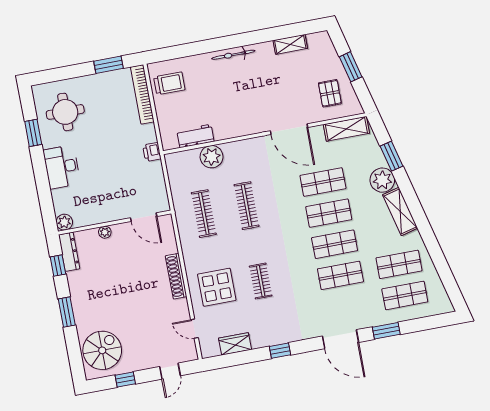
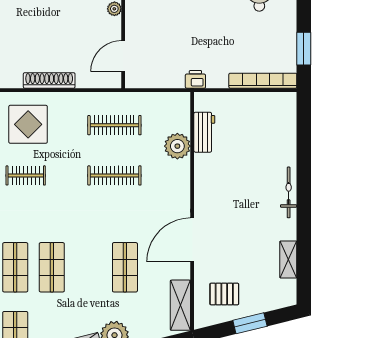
trolley: (169, 83) -> (270, 114), removed
shop shelf: (329, 213) -> (88, 267), removed

